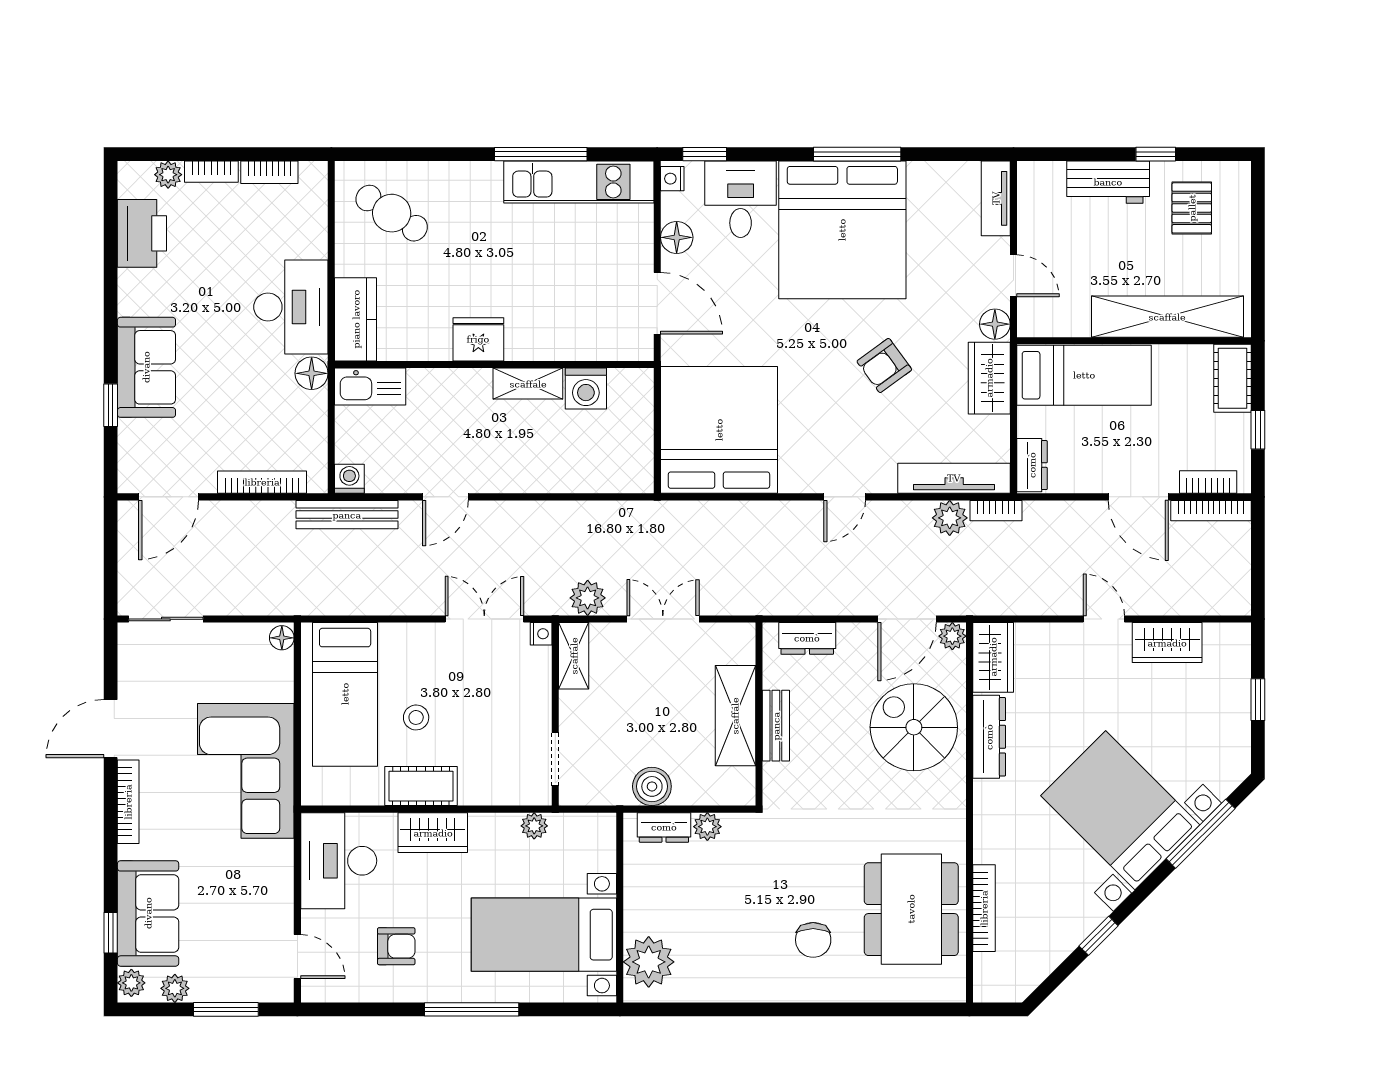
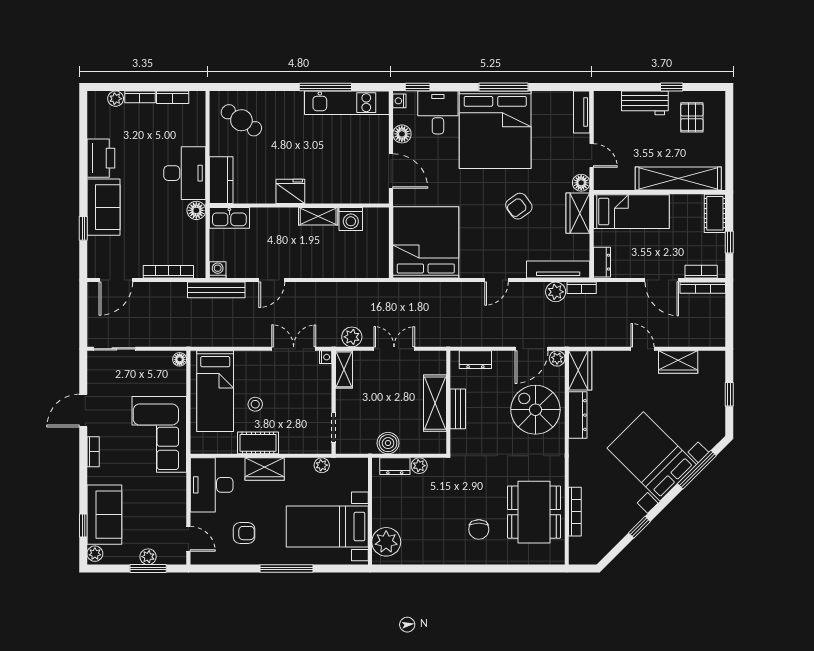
printer: (142, 233) -> (101, 158), moved
bookcase: (128, 802) -> (93, 452), width x0.64
plant: (175, 988) -> (148, 557), moved

